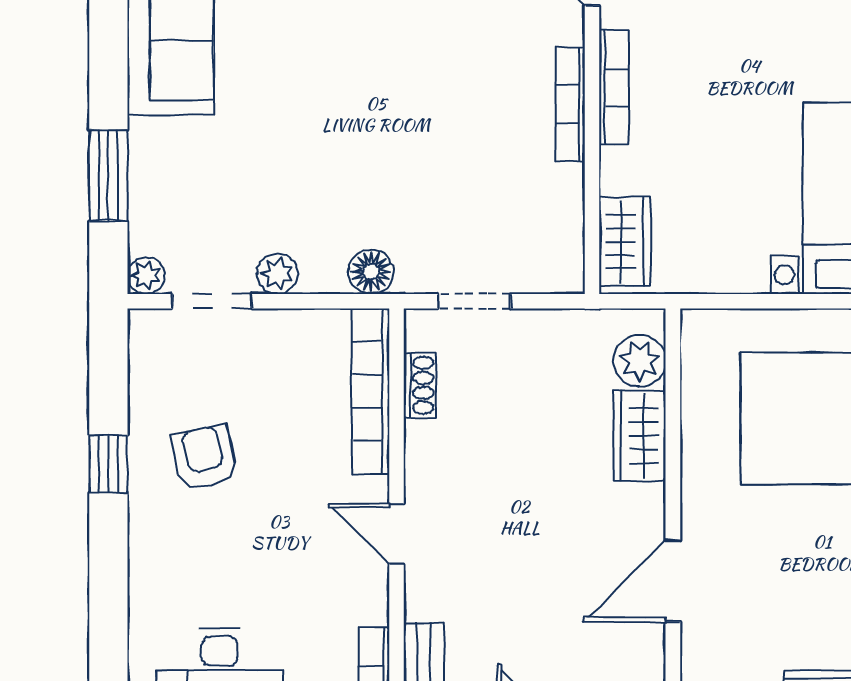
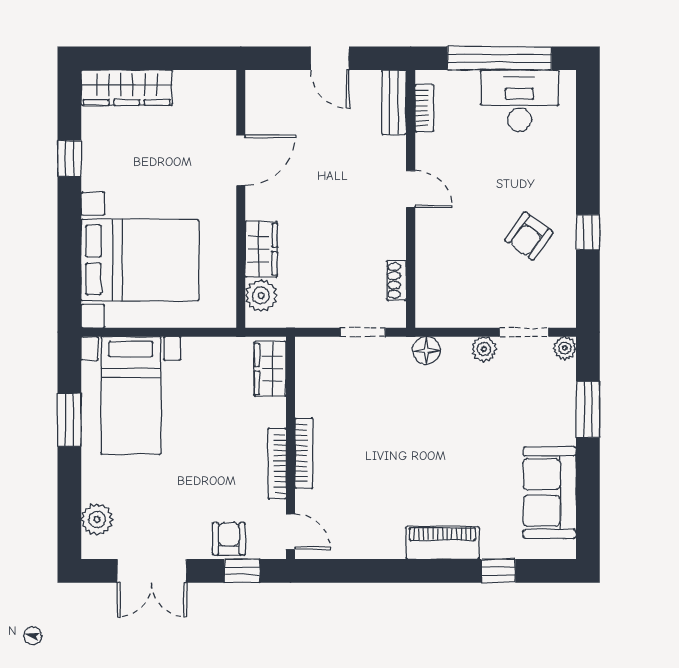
bookcase: (371, 391) -> (427, 277), removed
armchair: (204, 457) -> (529, 236), turned 49

